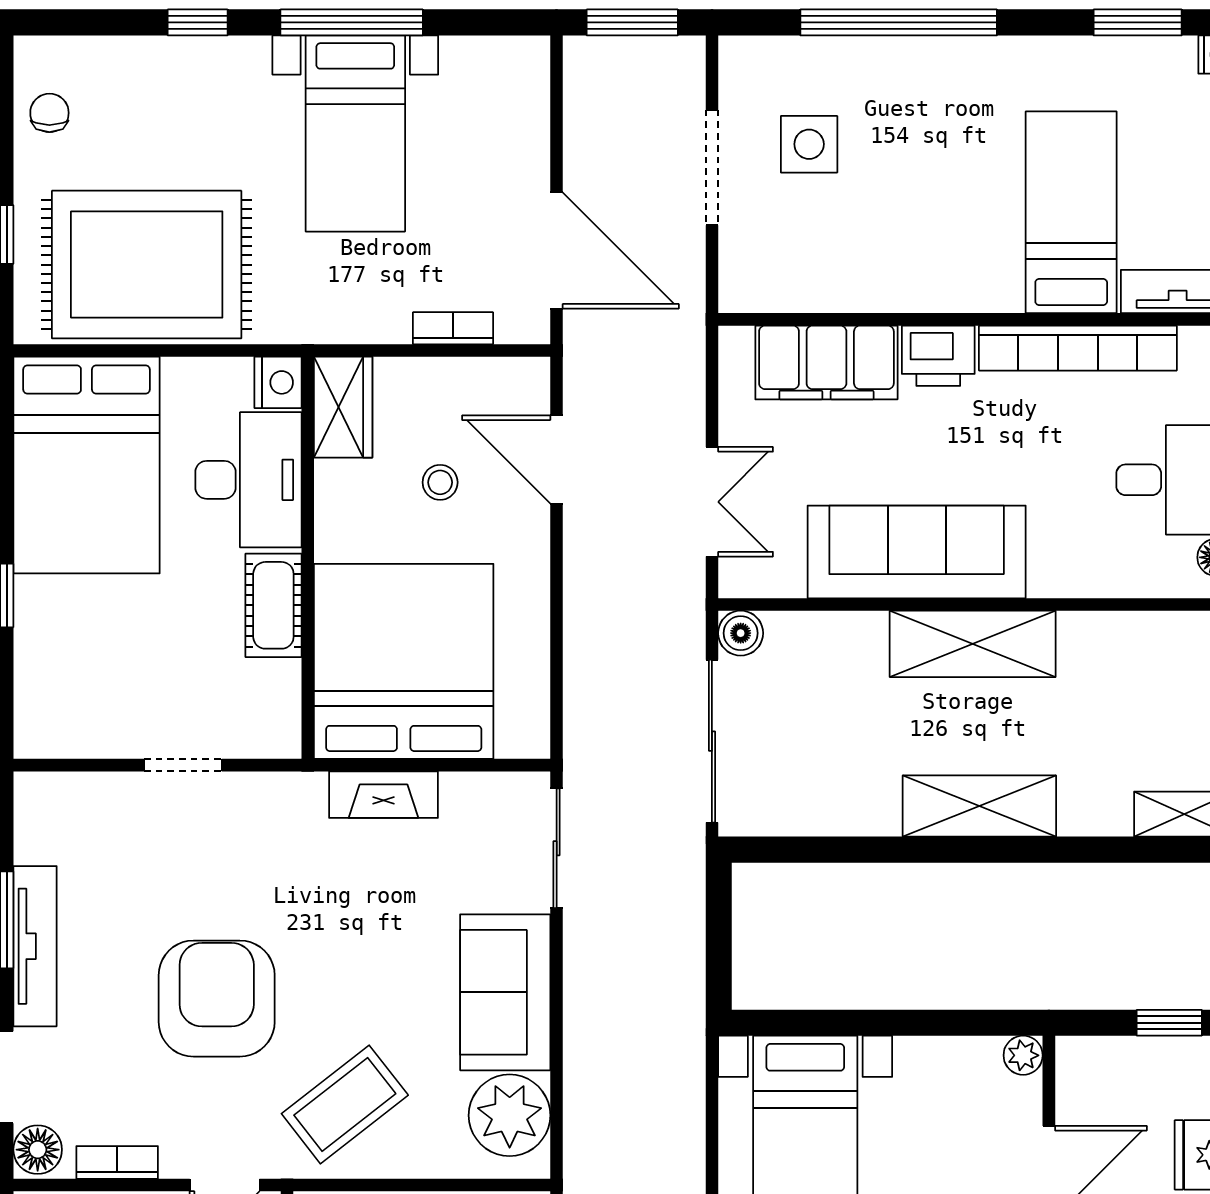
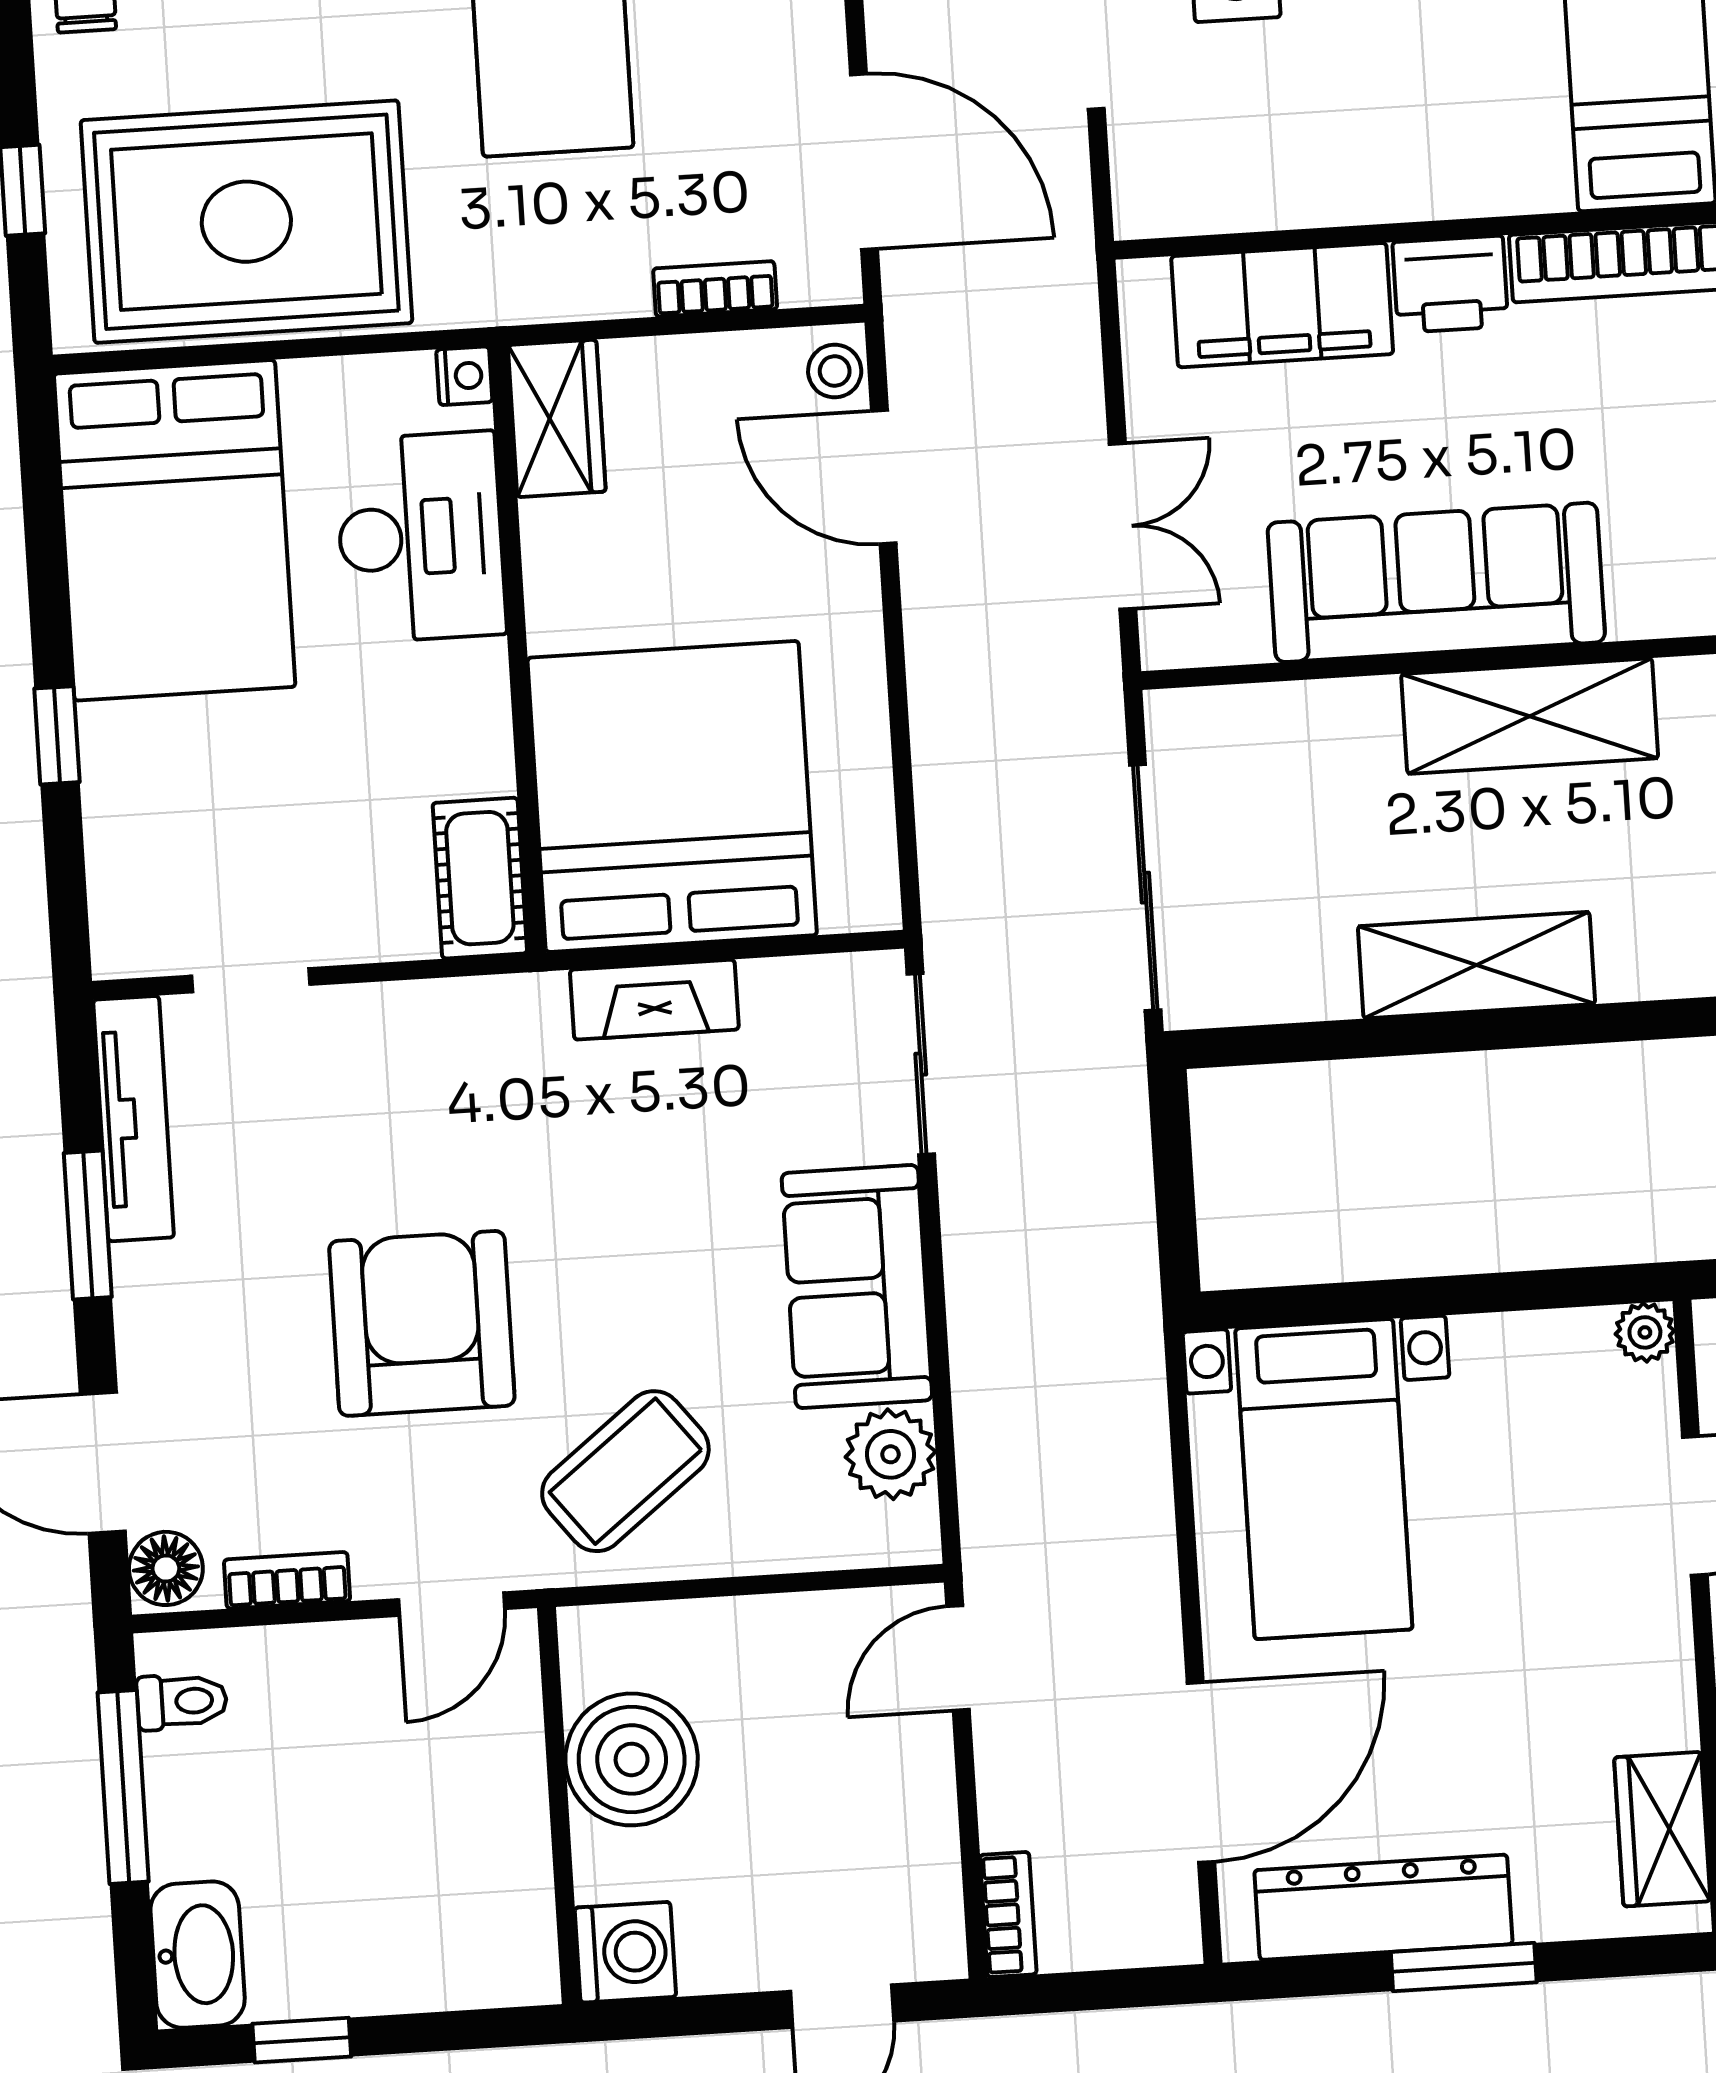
nightstand: (278, 382) -> (464, 376), width x0.72, depth x0.74
stool: (440, 482) -> (835, 371), moved
cot: (273, 605) -> (480, 878), moved
boiler: (741, 633) -> (1178, 722), removed
doorway: (183, 765) -> (251, 980), moved
shelving: (979, 806) -> (1476, 965), moved
tv unit: (35, 946) -> (134, 1119), moved
plant: (510, 1115) -> (890, 1454), width x0.73, depth x0.73

